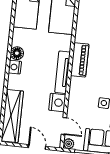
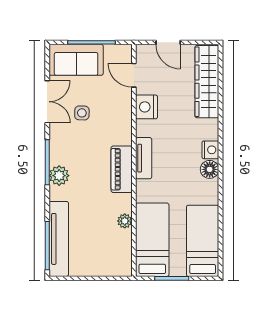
tv unit: (63, 72) -> (144, 158), width x0.71
plant: (69, 144) -> (125, 221), moved

